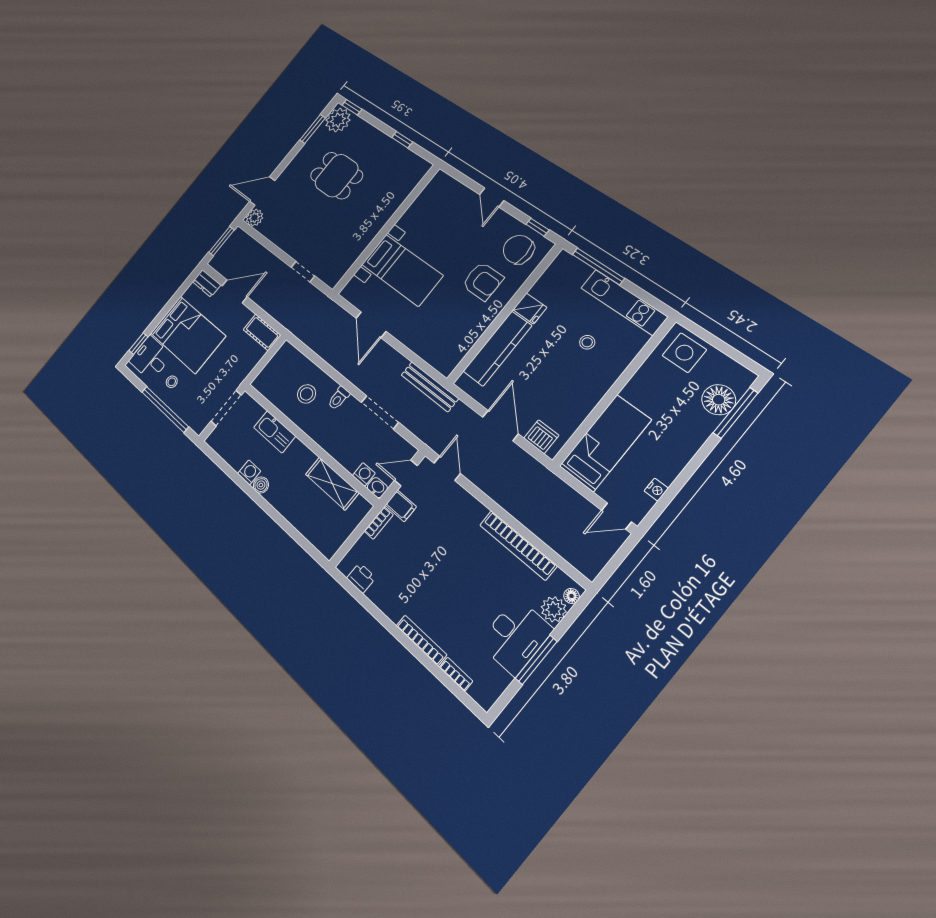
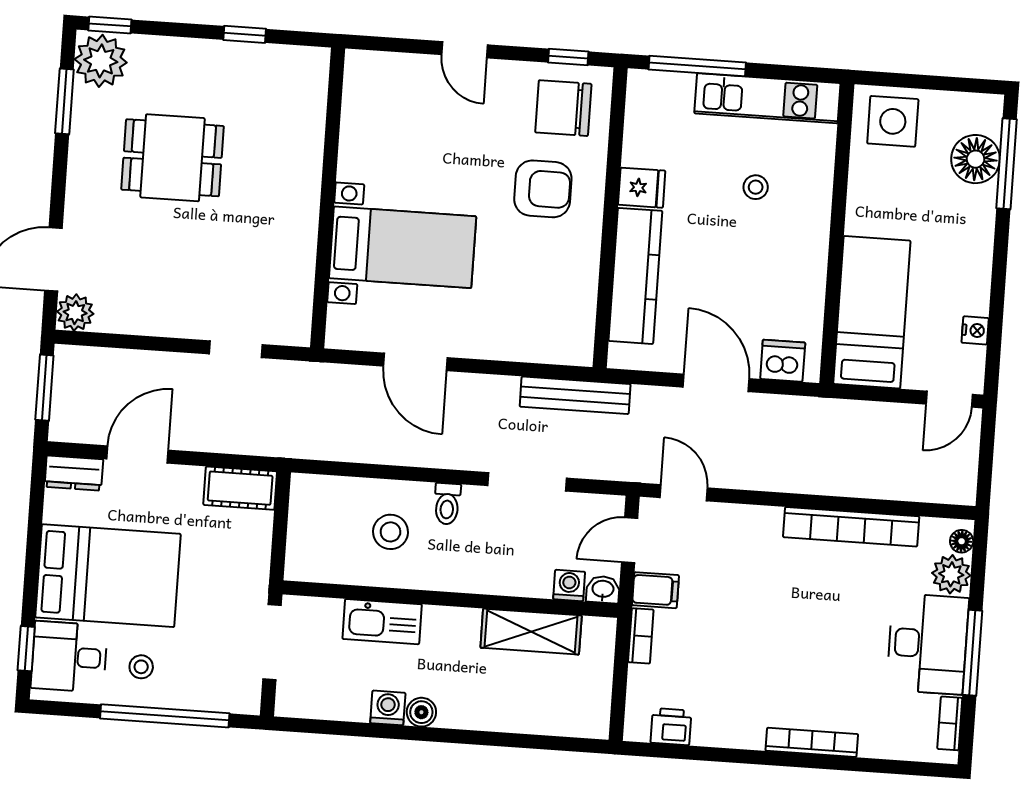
bookcase: (456, 674) -> (950, 723), moved, turned -90

